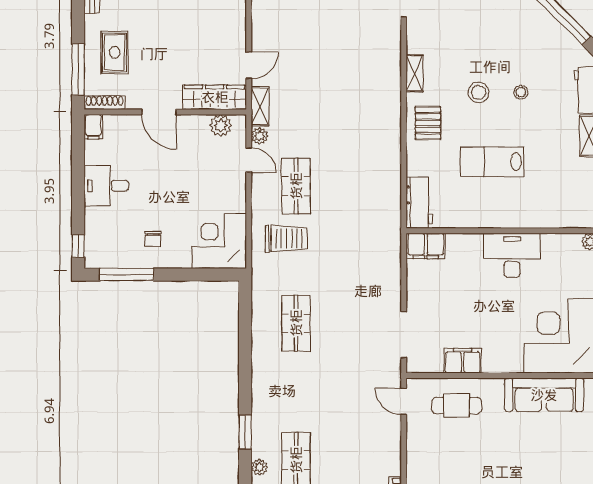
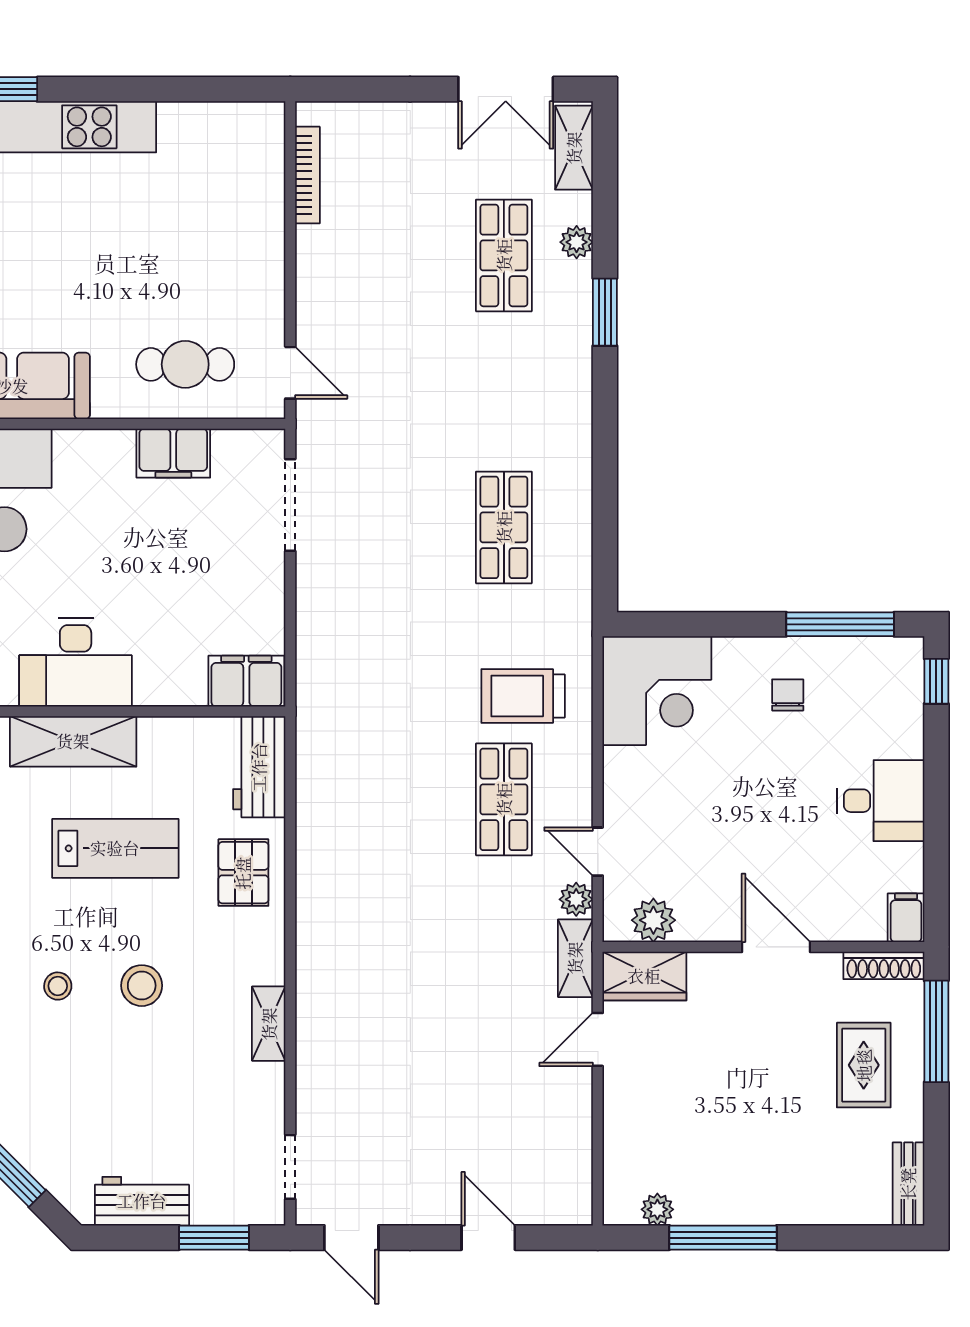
wardrobe: (215, 97) -> (644, 976), width x0.67
pallet: (428, 123) -> (243, 873), moved
shelving: (513, 216) -> (73, 741), added

